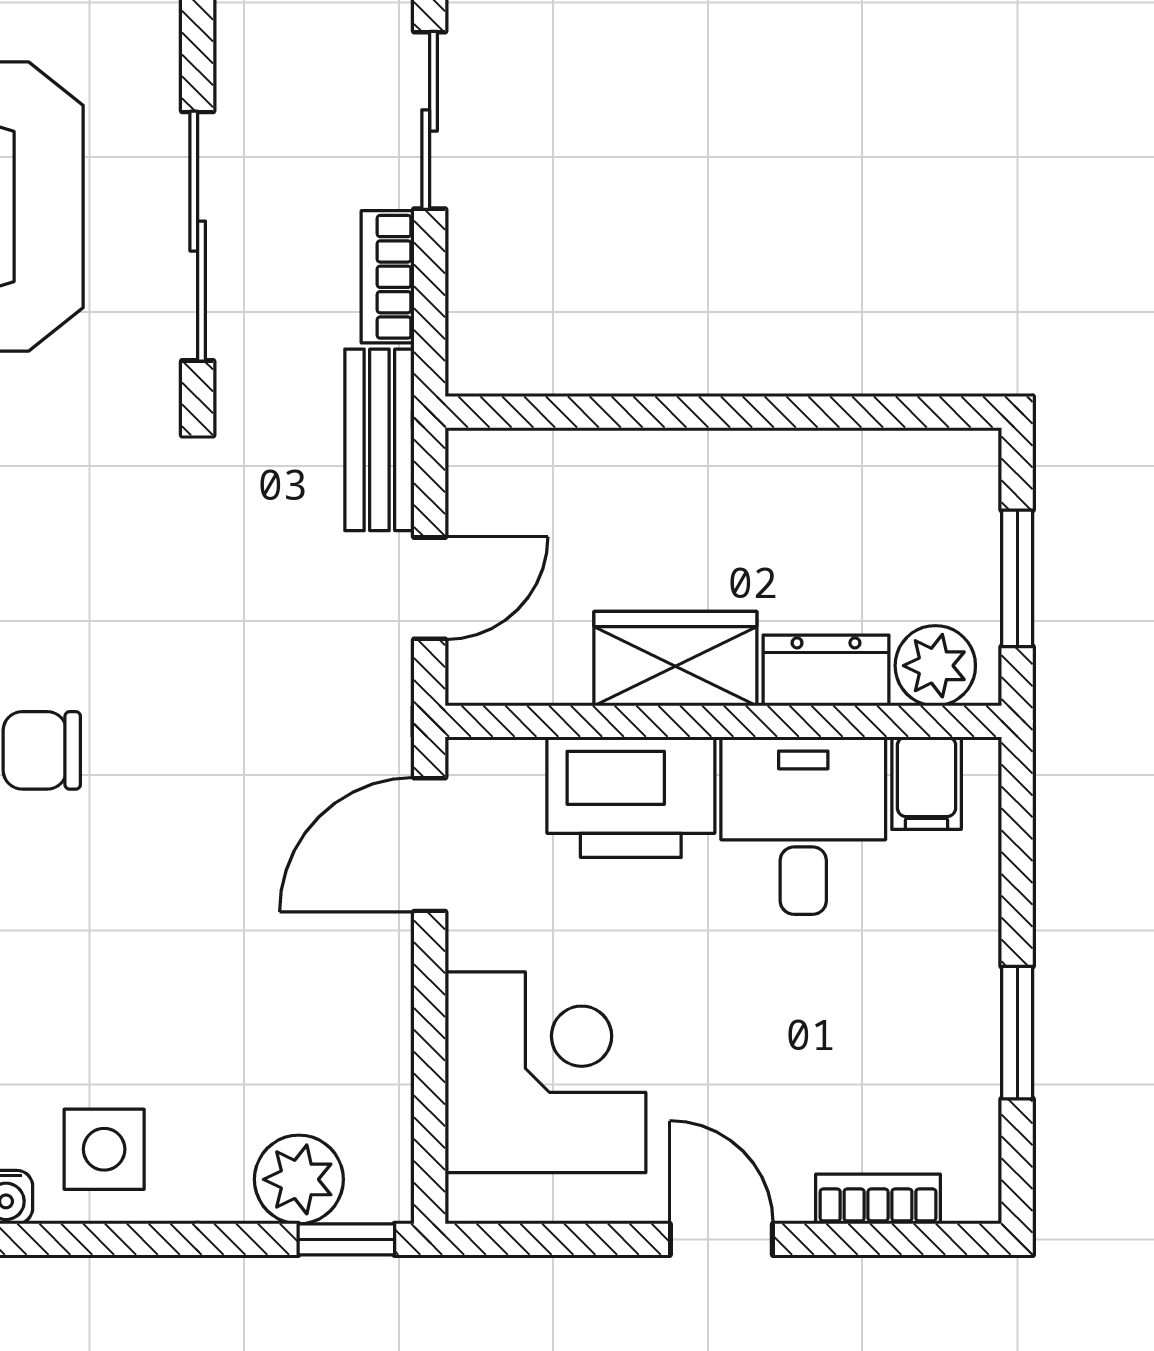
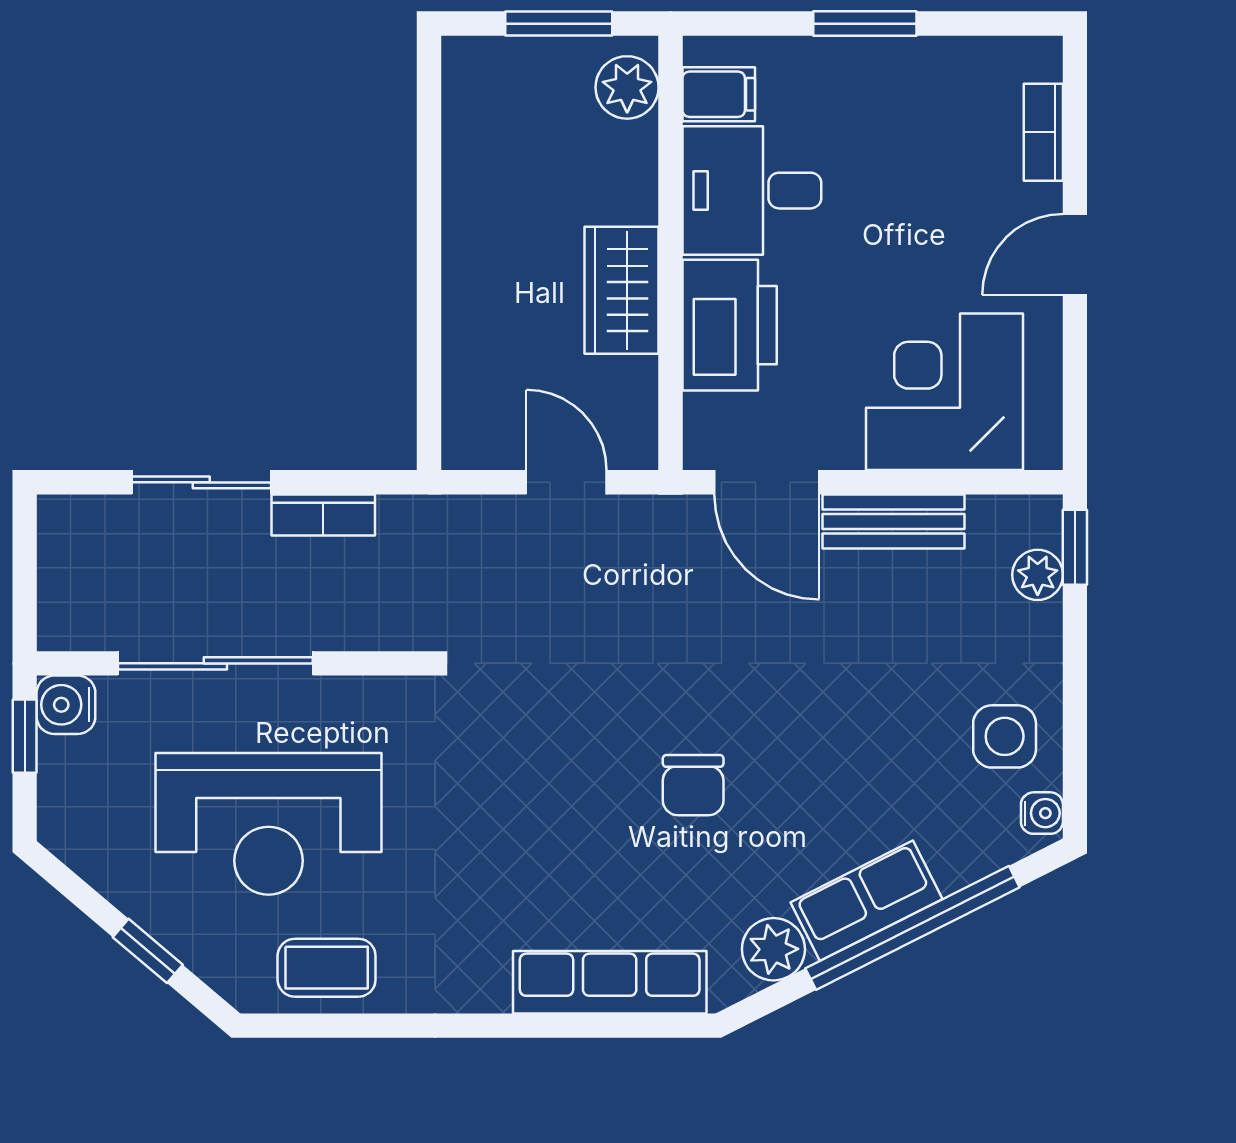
sliding door: (198, 236) -> (215, 663), moved
bench: (379, 440) -> (894, 521), moved
dresser: (826, 670) -> (631, 173), removed
window: (1017, 1033) -> (865, 24), moved
plant: (299, 1179) -> (1038, 575), width x0.73, depth x0.73

